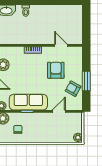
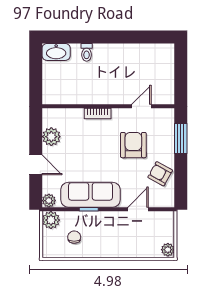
door: (61, 45) -> (141, 106), hinge flipped
window: (86, 81) -> (181, 138), moved

